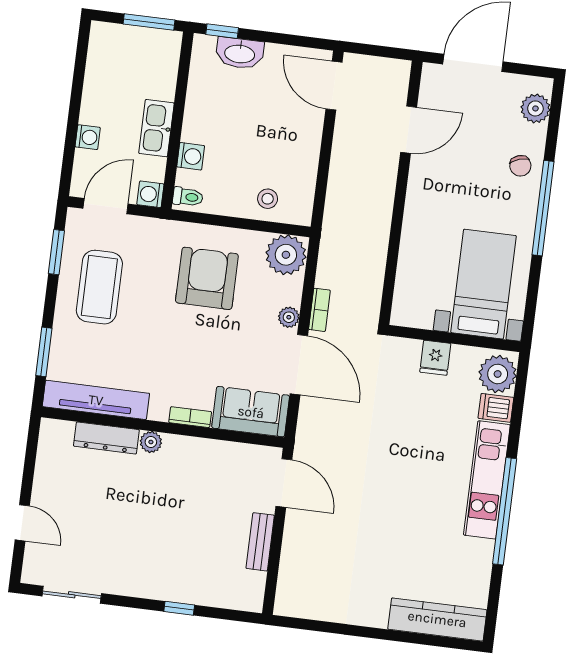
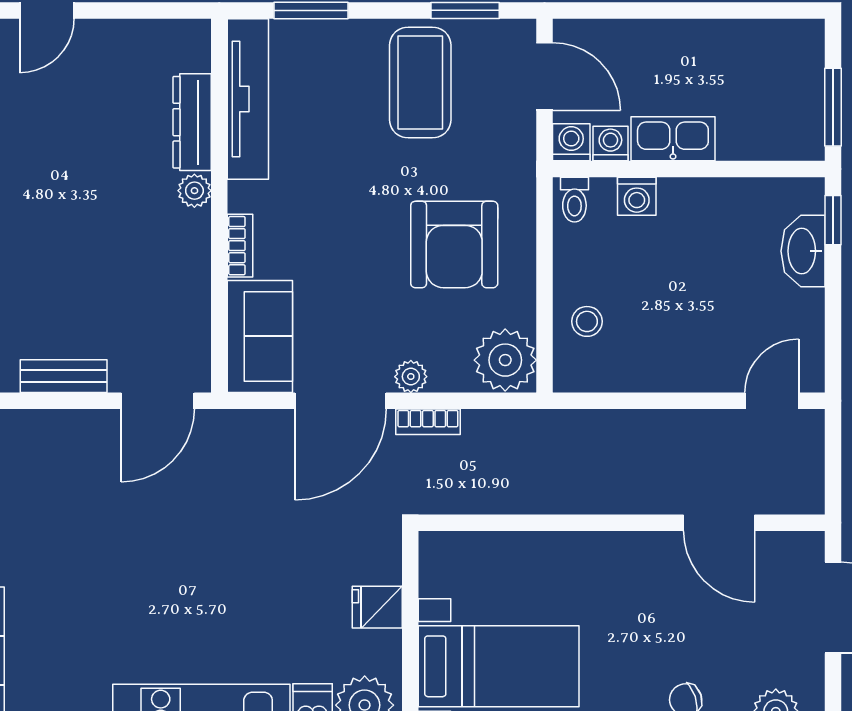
door: (334, 86) -> (772, 401), width x0.73
washing machine: (88, 137) -> (610, 144), moved, turned 180
armchair: (207, 278) -> (454, 244), turned 90
coffee table: (99, 287) -> (420, 82), turned 90

